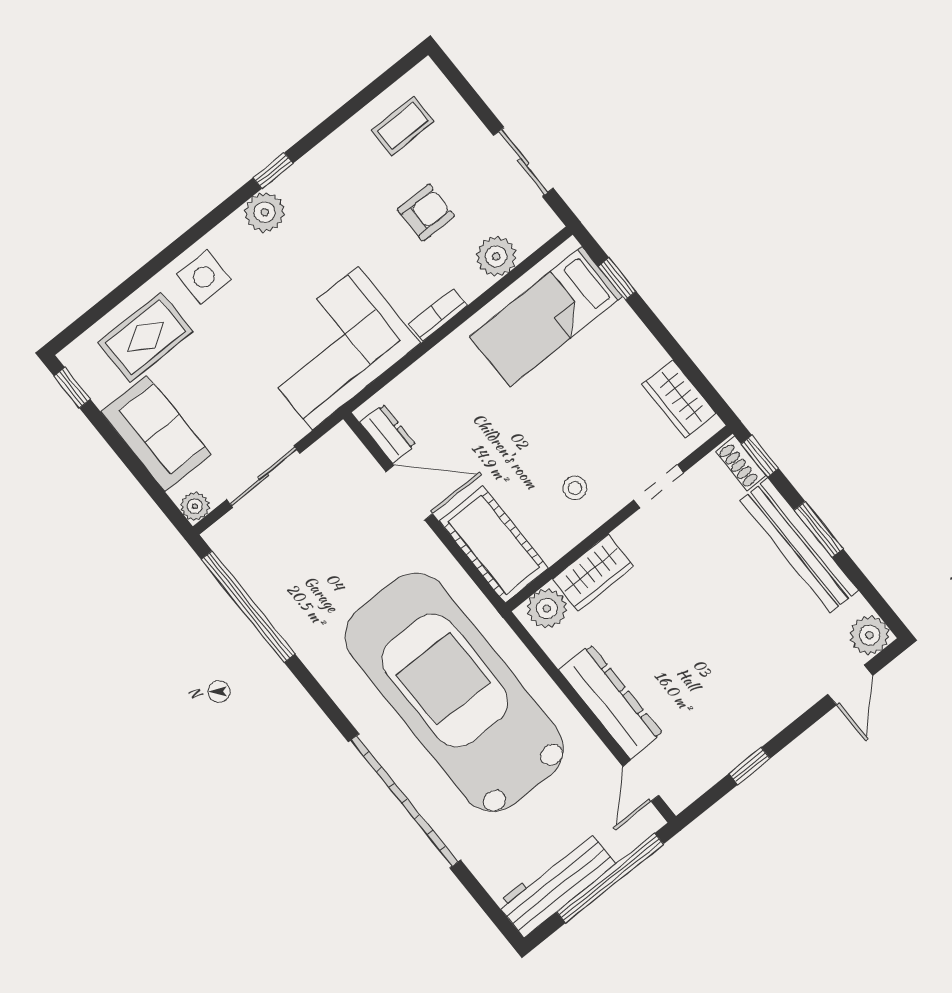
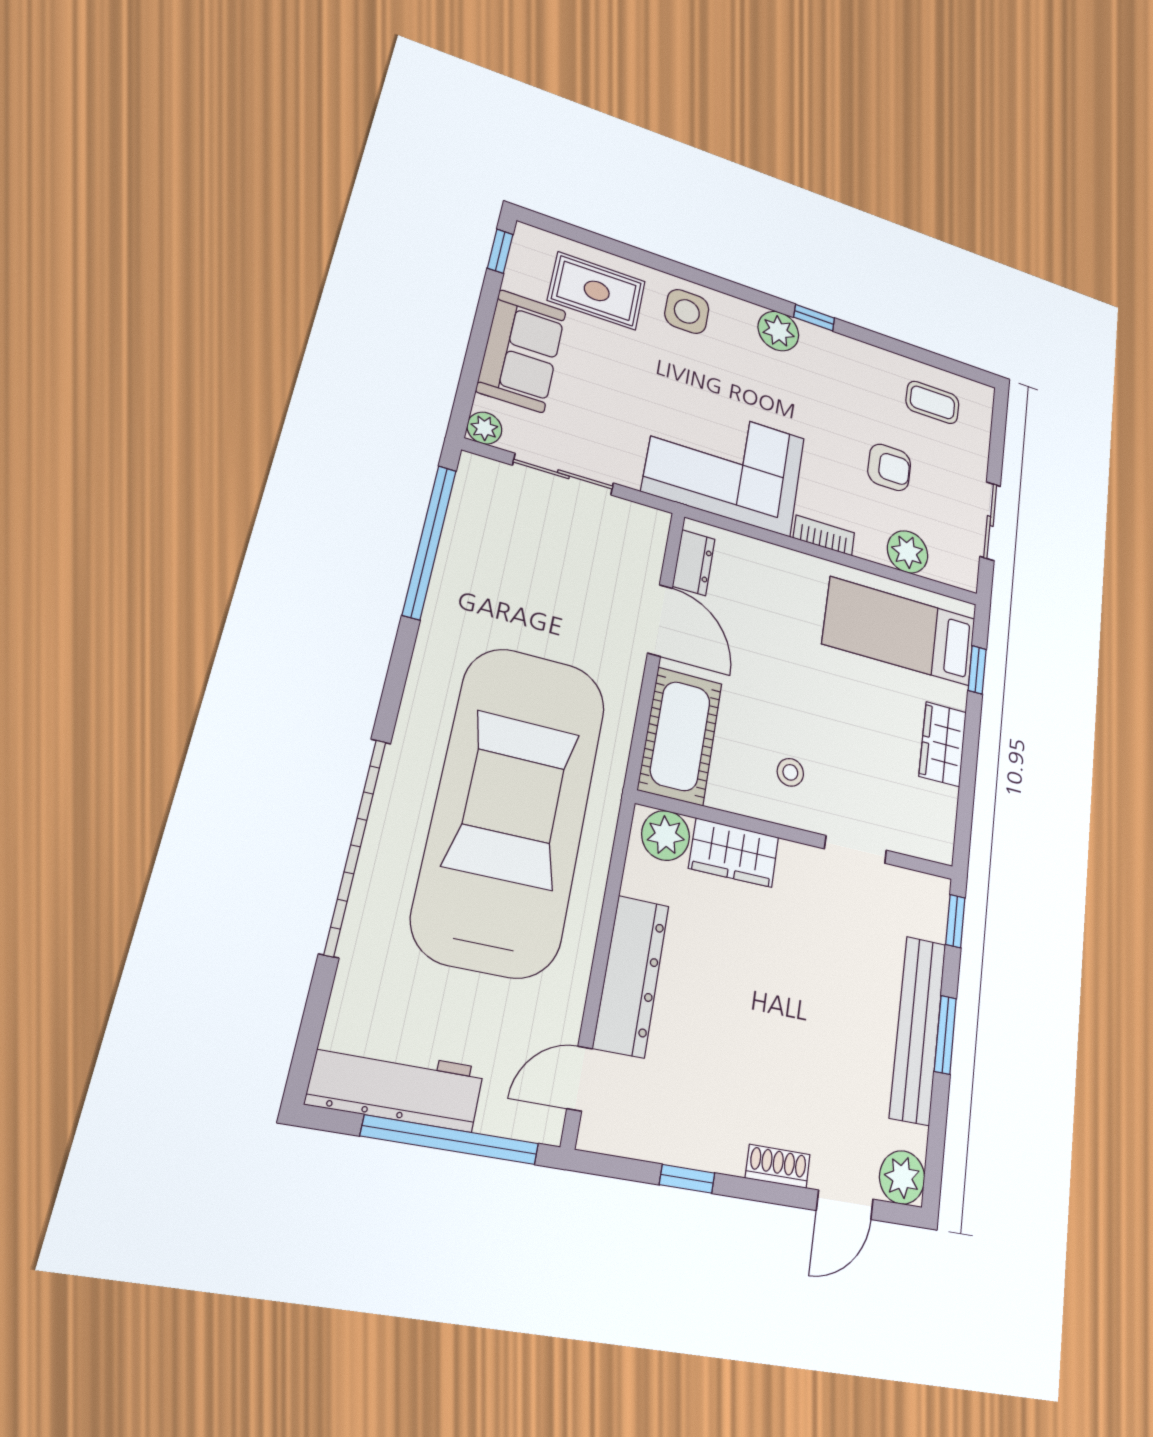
wardrobe: (679, 399) -> (943, 744), moved
shoe rack: (741, 463) -> (778, 1166), moved, turned 90

